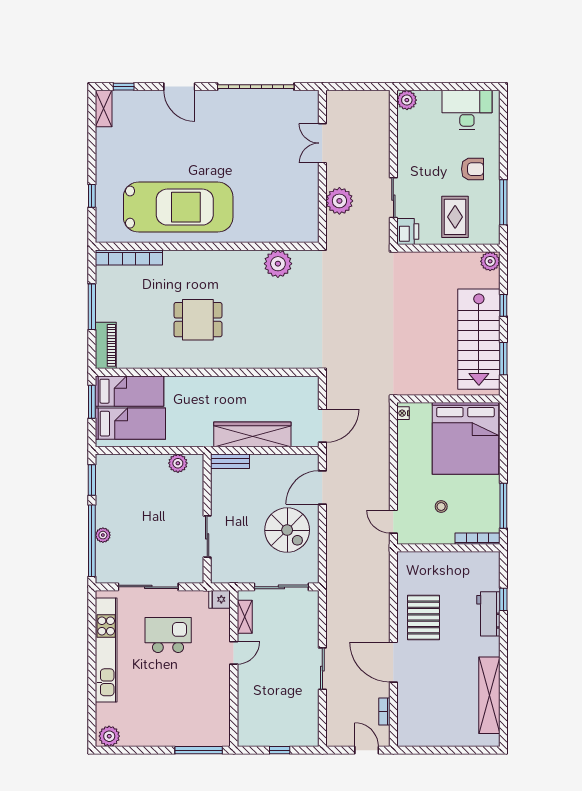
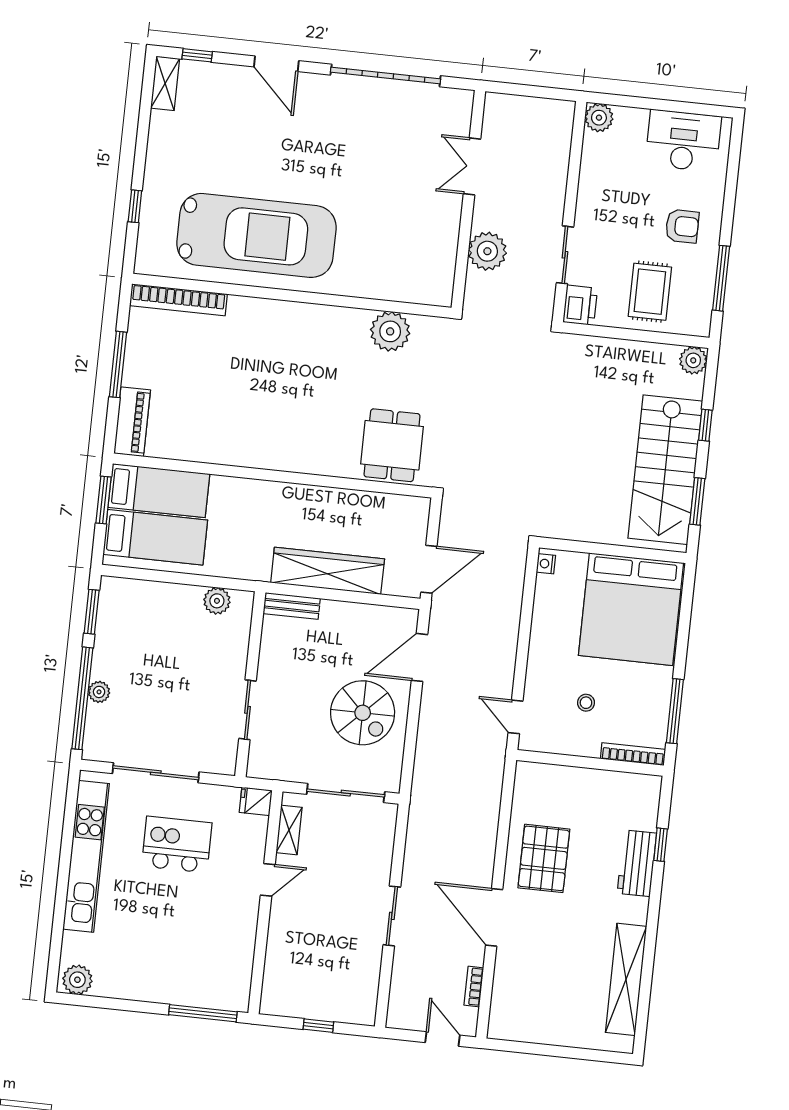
dining table: (198, 320) -> (392, 445), moved, turned 90

